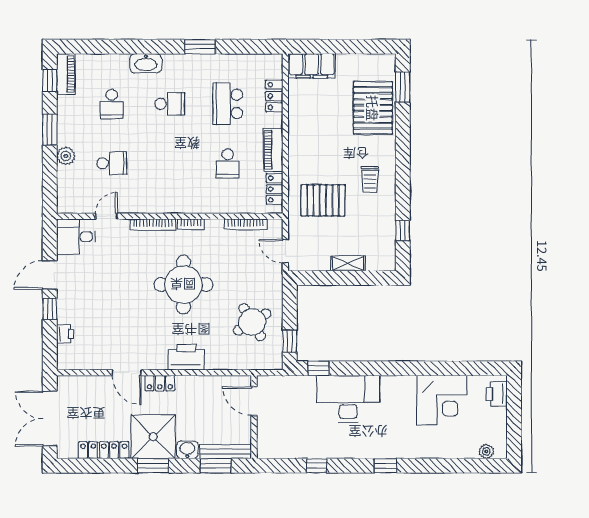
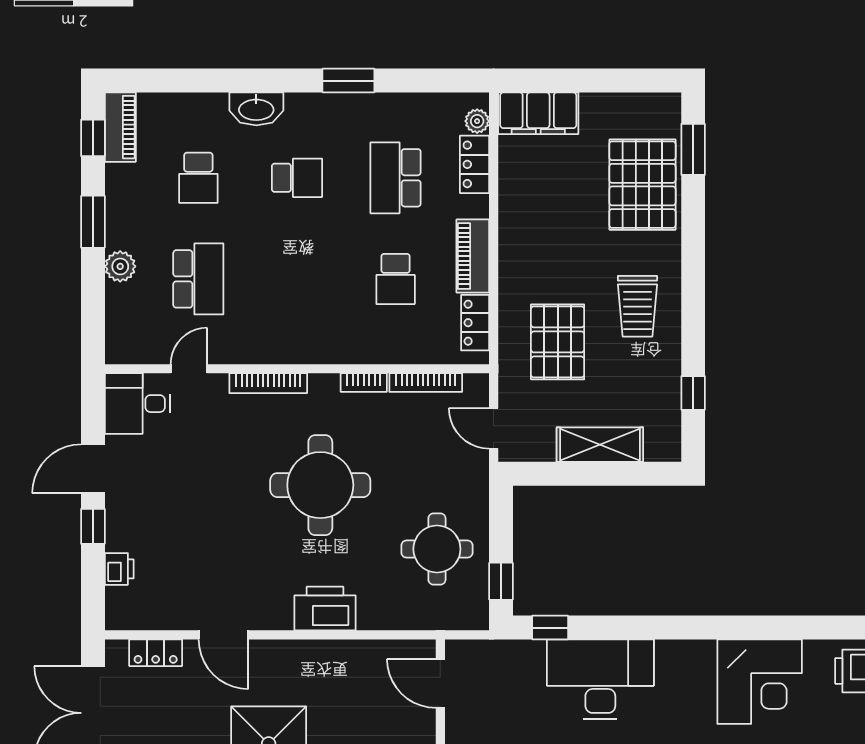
plant: (276, 71) -> (477, 121), added
school desk: (112, 163) -> (198, 279), width x1.85
trolley: (370, 179) -> (637, 306), width x1.36, depth x1.39
pallet: (323, 200) -> (558, 342), turned 90
bookcase: (191, 224) -> (364, 383), moved
shelving: (348, 263) -> (600, 445), width x1.50, depth x1.33
round table: (252, 322) -> (437, 549), turned 31
locker: (160, 383) -> (156, 653), moved

